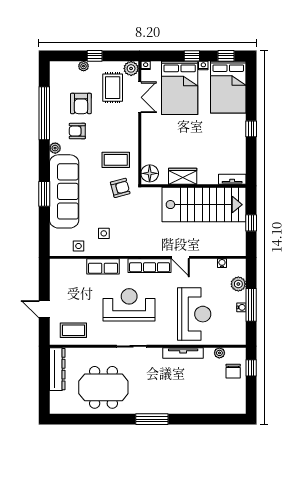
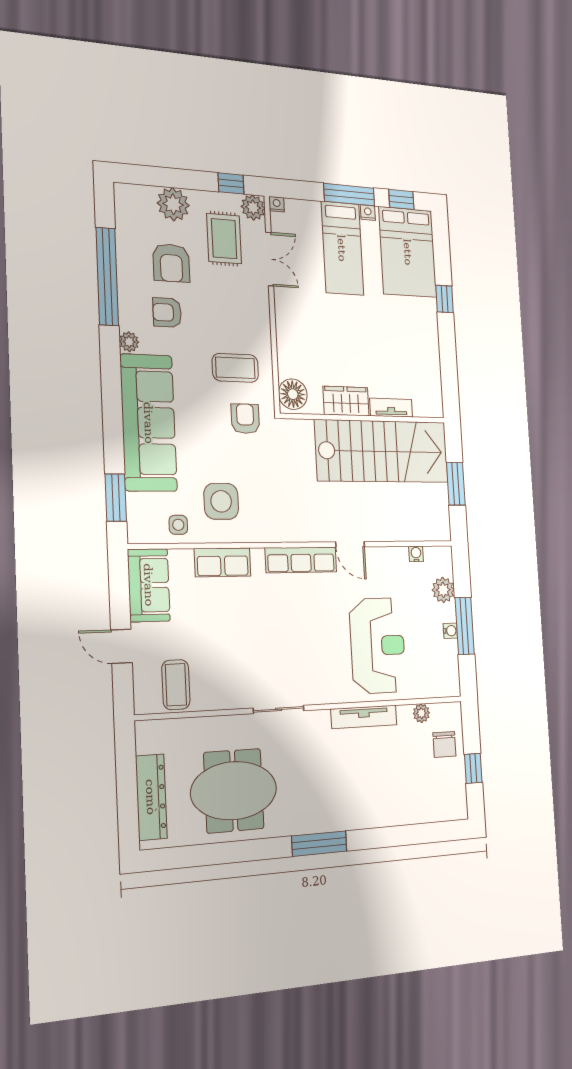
window: (95, 56) -> (231, 183), moved
window: (192, 56) -> (349, 195), width x2.17
plant: (84, 66) -> (173, 204), width x1.88, depth x1.88
bed: (180, 88) -> (342, 248), width x0.67
window: (251, 129) -> (445, 299), moved
tv unit: (232, 179) -> (391, 408), moved
armchair: (120, 188) -> (245, 419), turned -75
window: (44, 194) -> (116, 498), moved
window: (251, 223) -> (456, 484), width x1.50
side table: (104, 233) -> (221, 501), width x1.87, depth x1.87
sofa: (61, 278) -> (149, 585), added
reception desk: (129, 305) -> (270, 633), removed
coffee table: (73, 330) -> (176, 685), turned 90
window: (251, 368) -> (473, 768), moved
dresser: (57, 369) -> (151, 797), moved

